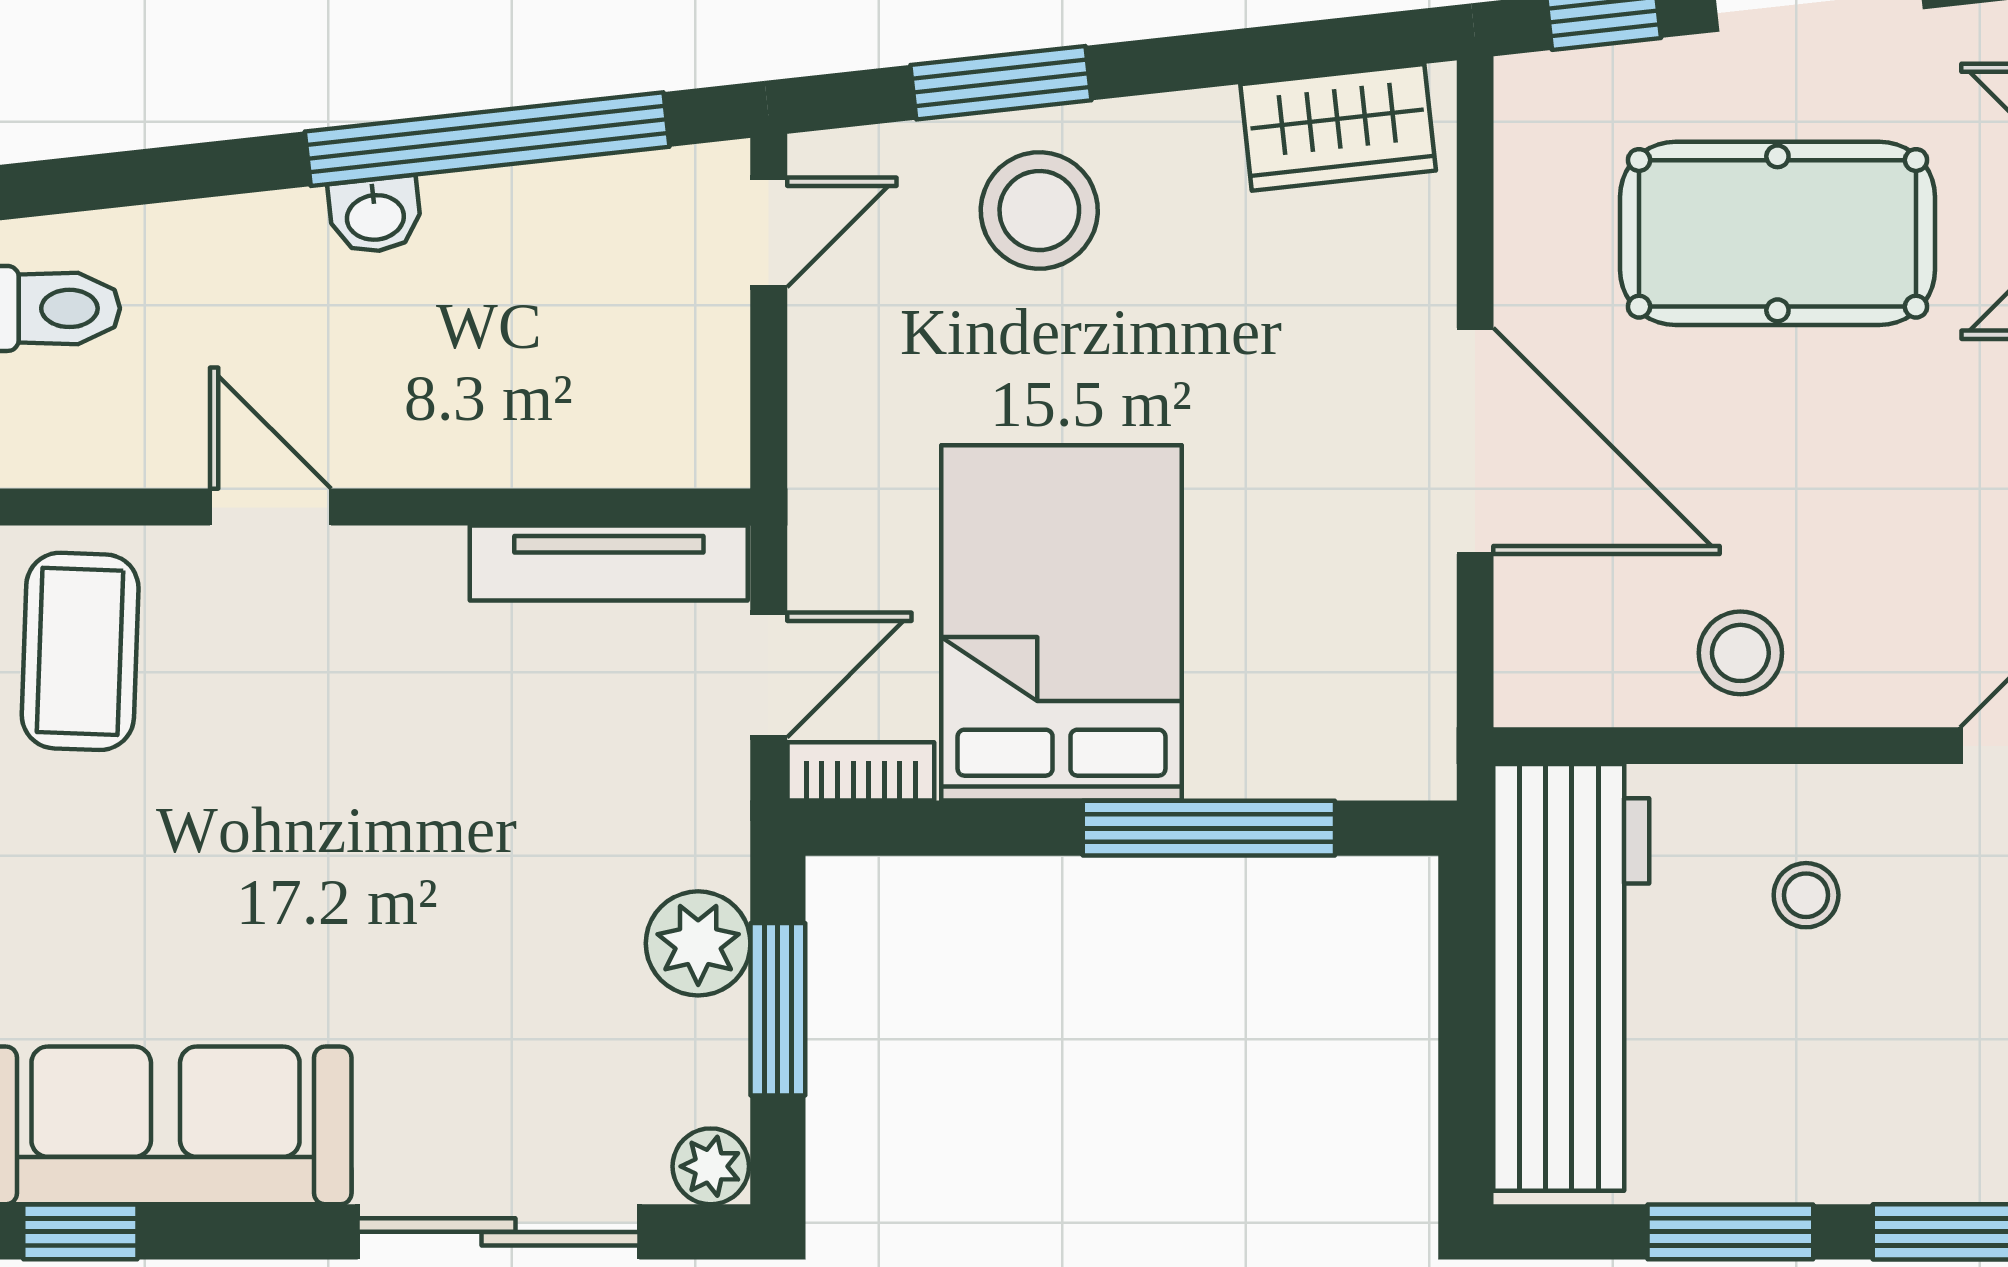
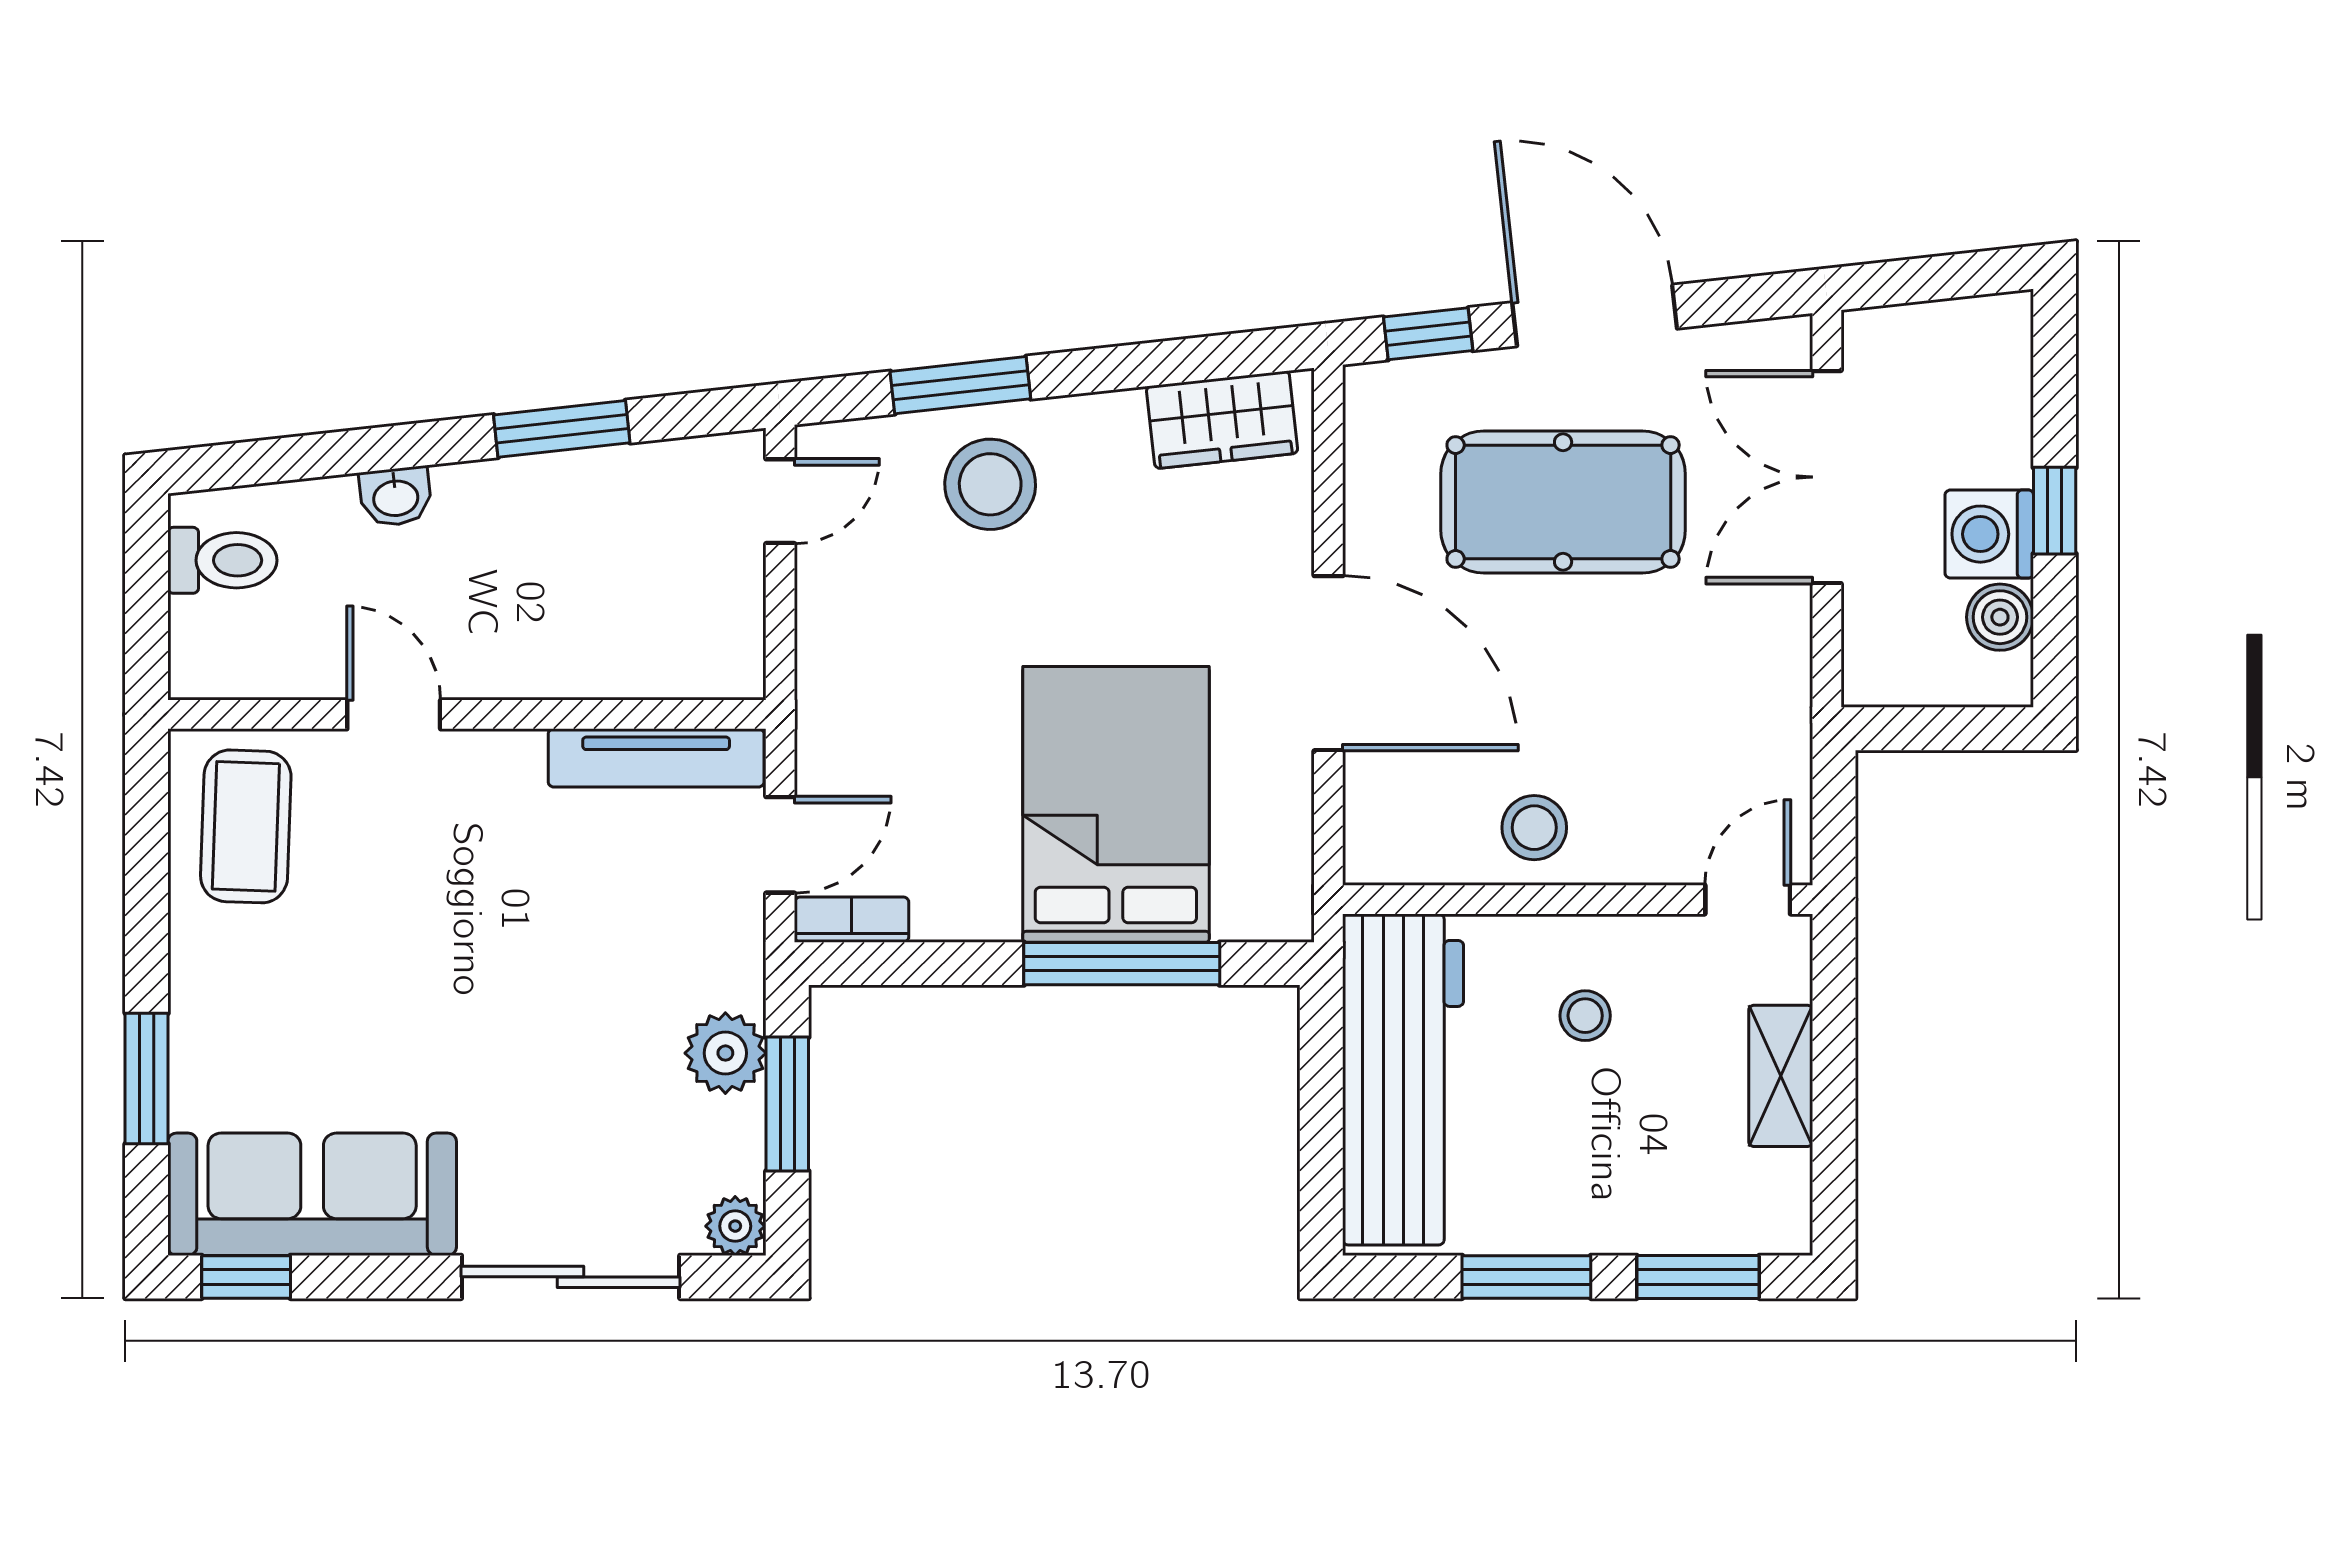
window: (487, 139) -> (562, 429), width x0.47
washbasin: (375, 215) -> (396, 497), moved
bed: (1061, 623) -> (1116, 804), moved

